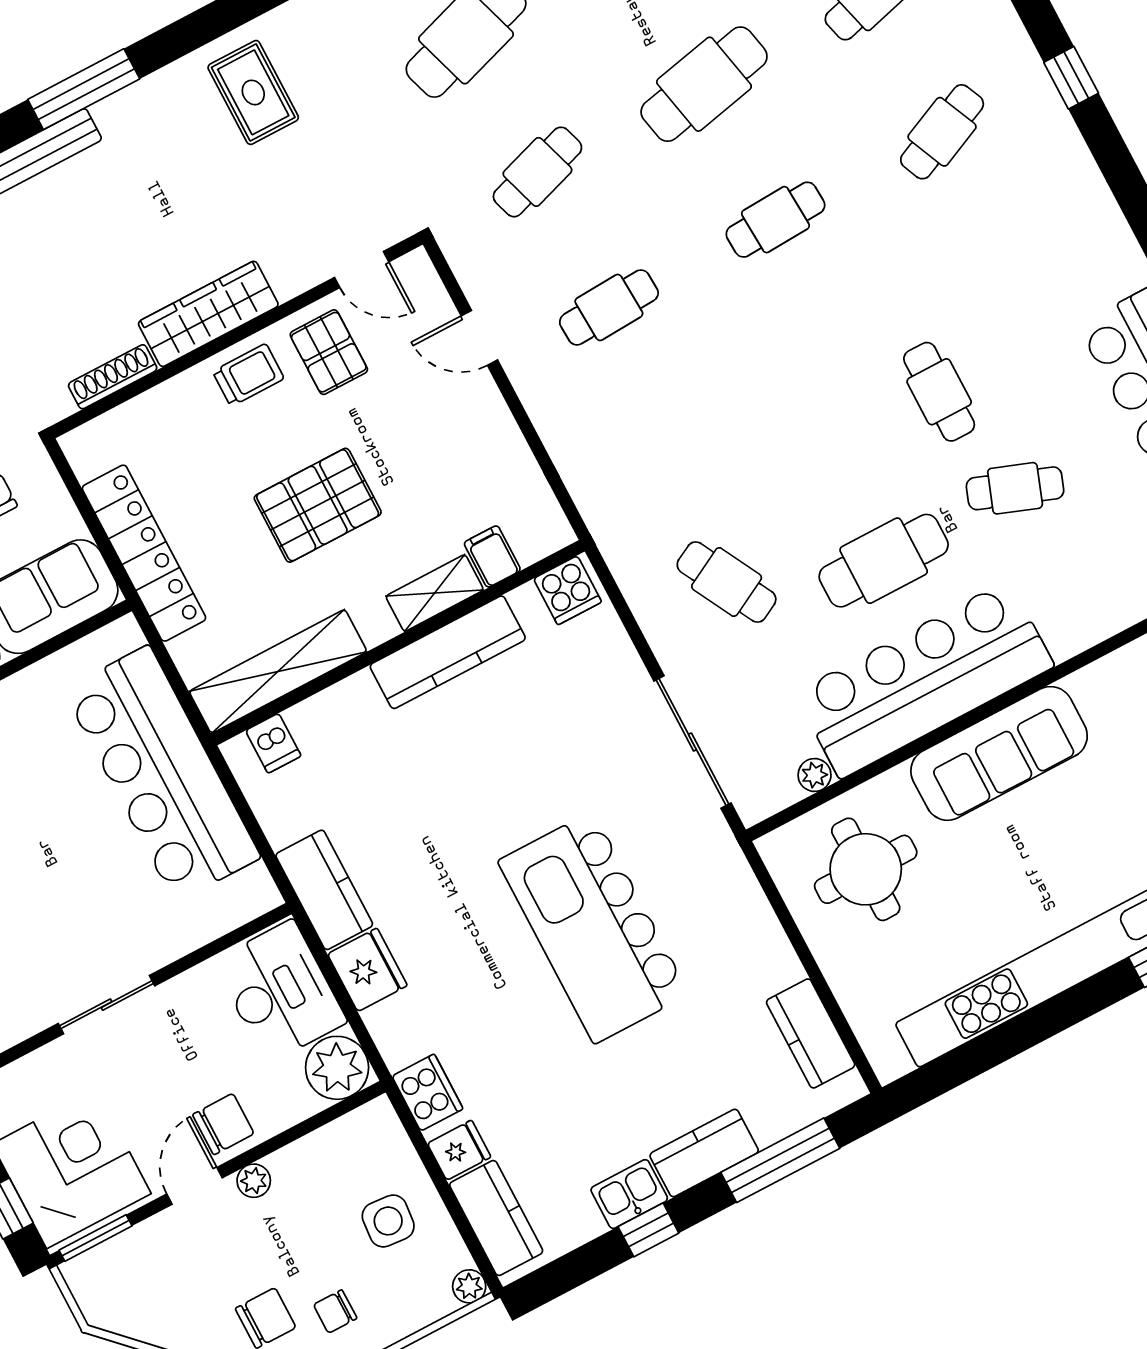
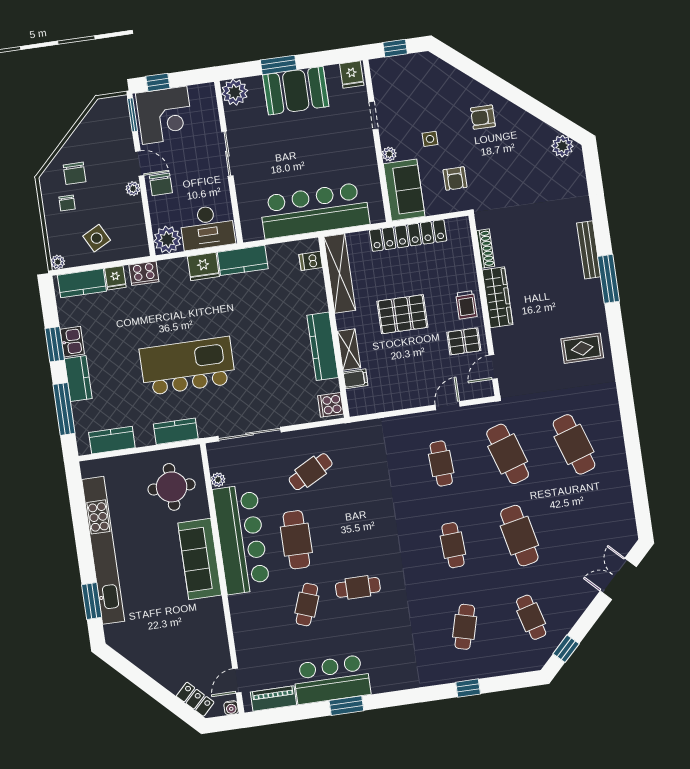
cafe table: (942, 132) -> (465, 627), turned 39
cafe table: (537, 172) -> (508, 454), width x1.37, depth x1.35
pallet: (318, 505) -> (402, 314), turned 90
kitchen counter: (743, 903) -> (176, 431), added
side table: (388, 1221) -> (97, 238), turned -33
window: (648, 1230) -> (55, 344), width x1.50
chair: (335, 1311) -> (67, 203), turned 180

